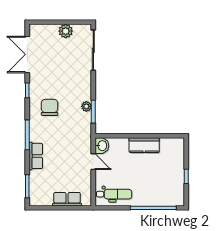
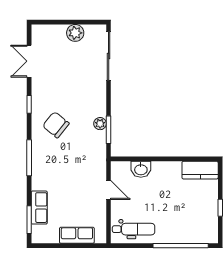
double door: (27, 54) -> (29, 61), width x0.73
chair: (50, 107) -> (56, 125), turned -51
kitchen counter: (144, 145) -> (200, 170), moved
washbasin: (102, 146) -> (141, 169), moved, turned 90
row of seats: (36, 156) -> (39, 208), moved

